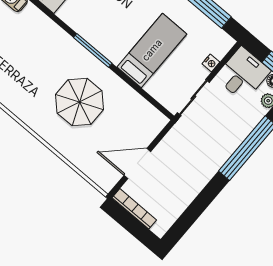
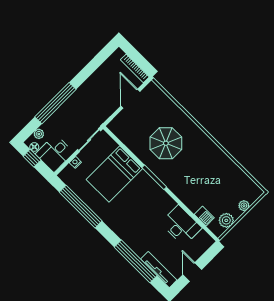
bed: (152, 50) -> (114, 174), width x1.50
door: (137, 164) -> (130, 99), swing flipped

